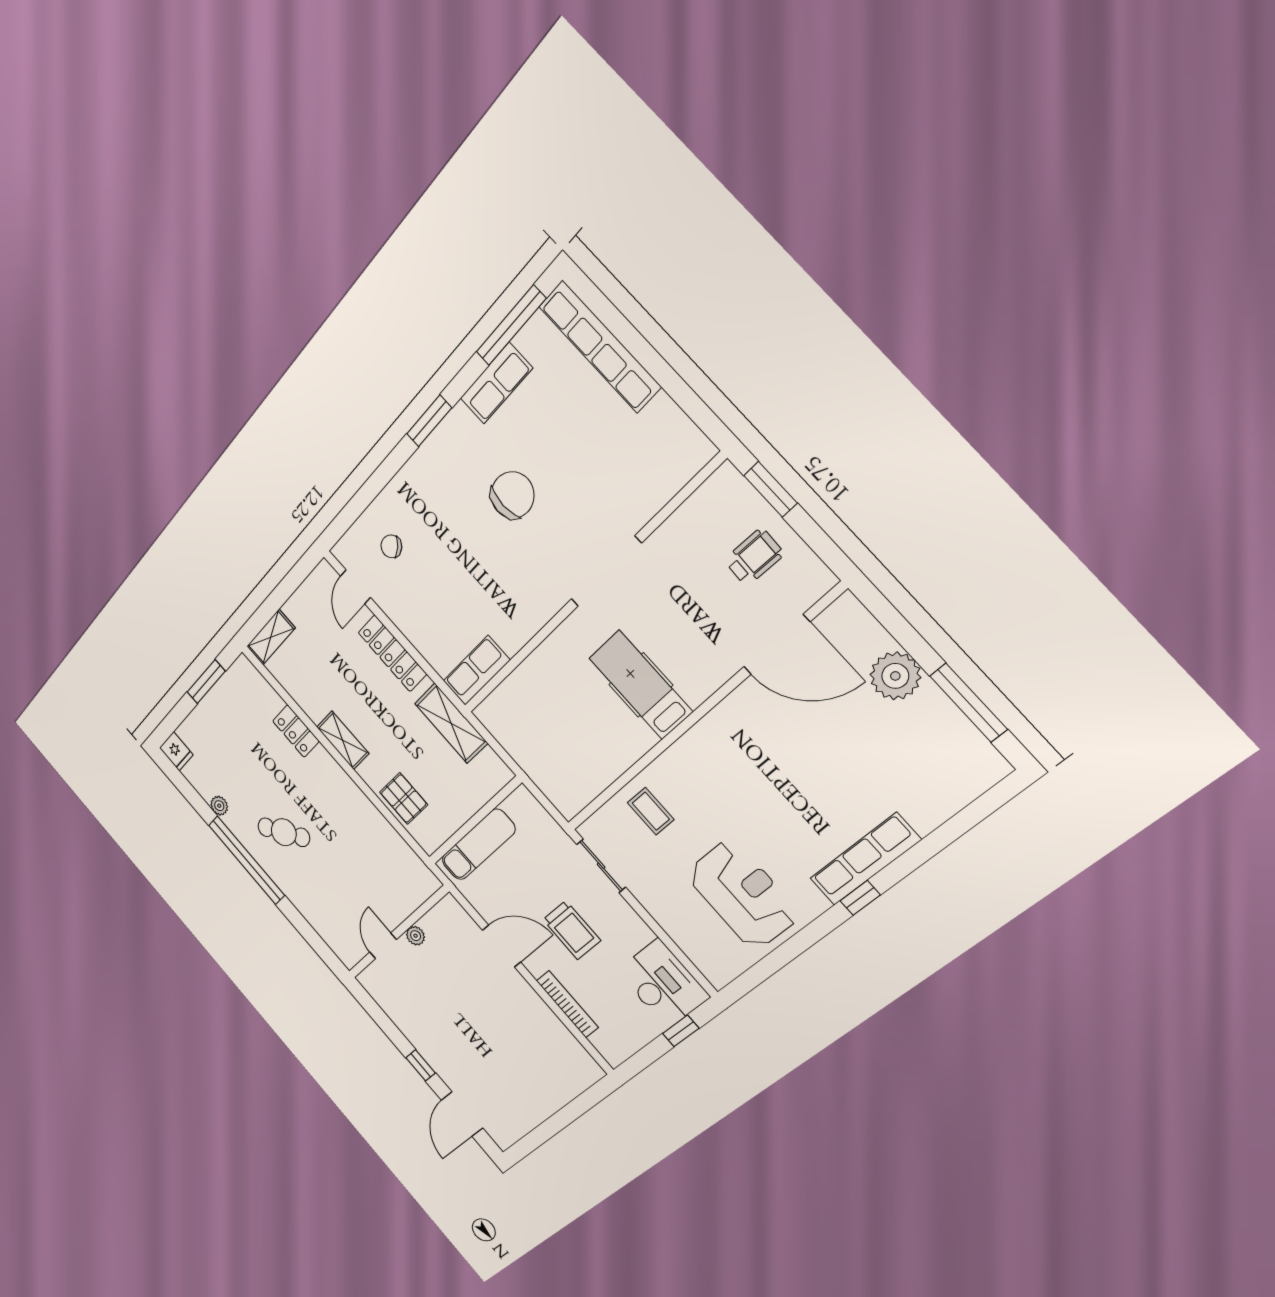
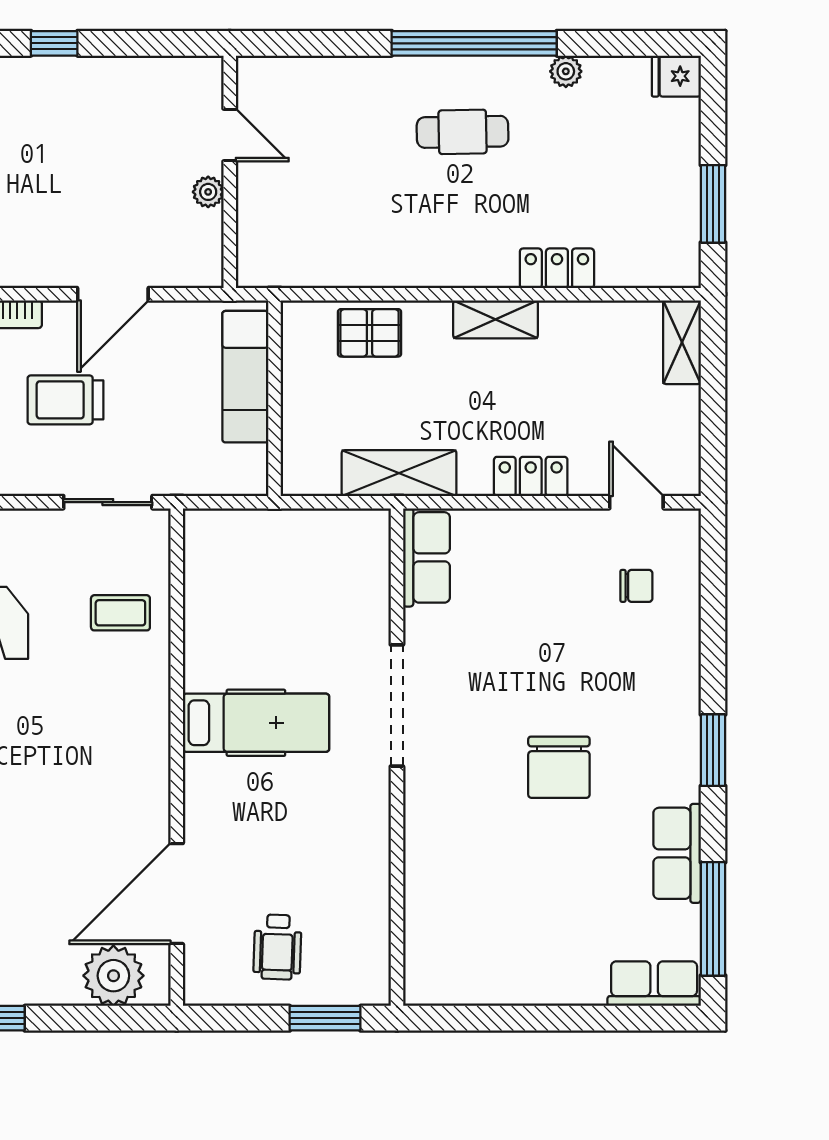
row of seats: (600, 347) -> (654, 984), width x0.50
chair: (391, 546) -> (636, 586), turned 40
doorway: (606, 571) -> (397, 705), moved
locker: (392, 653) -> (531, 476), width x0.66
plant: (895, 676) -> (113, 976), moved
cafe table: (284, 832) -> (463, 132), turned 36

